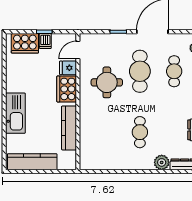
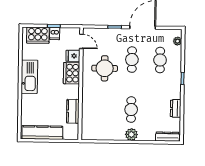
door: (78, 50) -> (81, 41), swing flipped
cafe table: (140, 71) -> (132, 60), width x0.73, depth x0.74
kitchen sink: (15, 113) -> (29, 77), moved
kitchen counter: (69, 128) -> (73, 111), width x0.67
plant: (162, 162) -> (131, 134), moved

